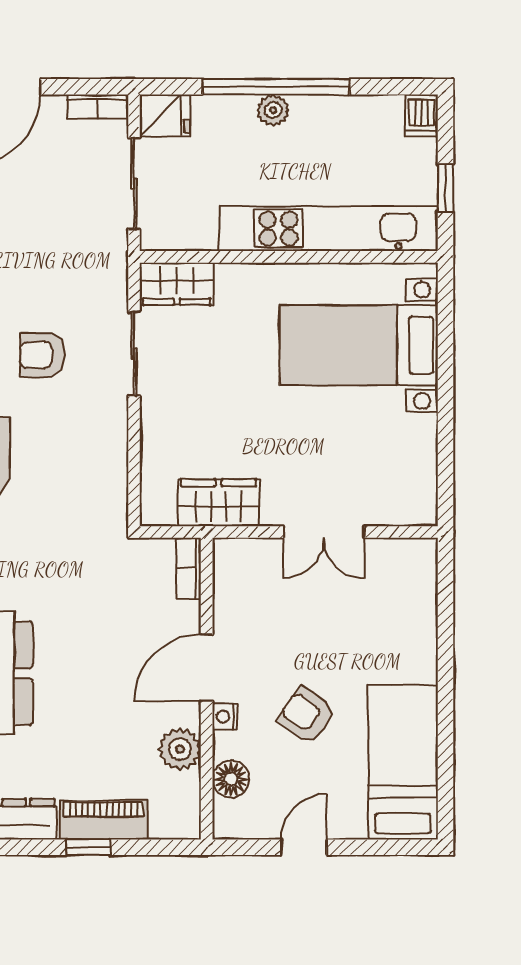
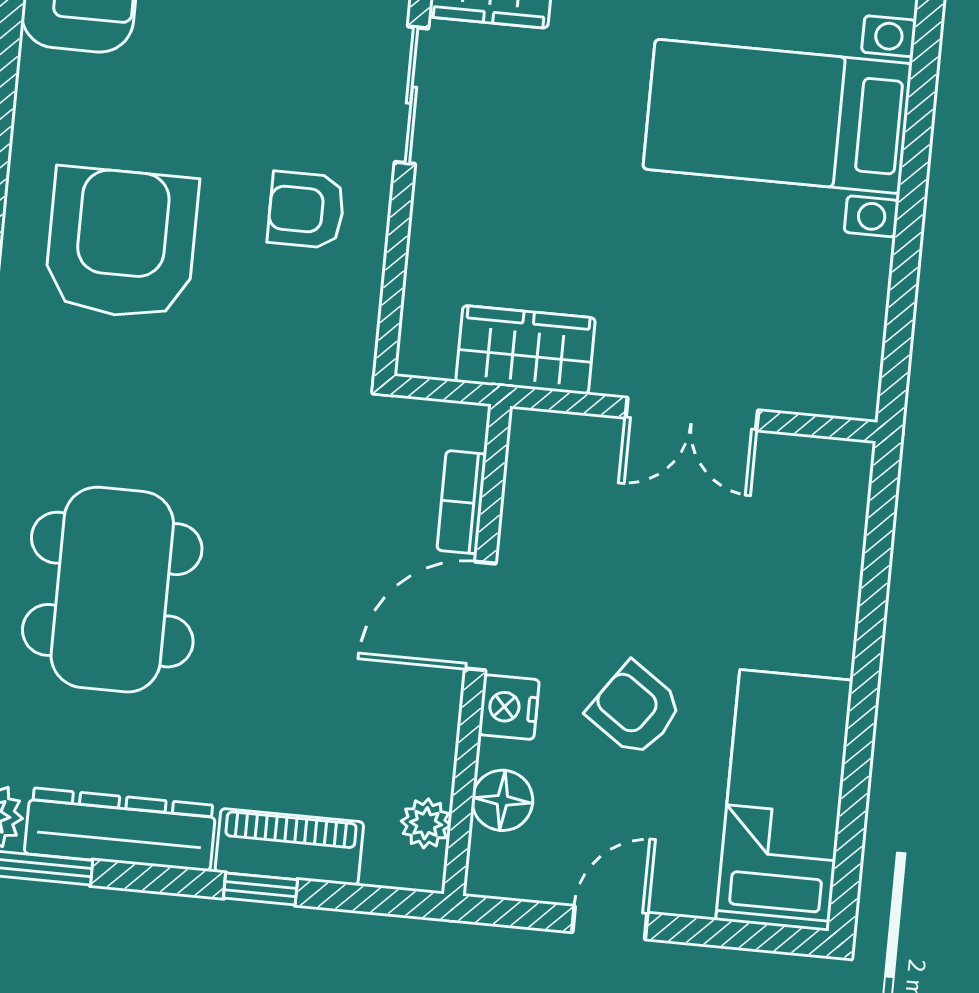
armchair: (42, 355) -> (306, 210), moved
bookcase: (189, 569) -> (462, 502), moved
nightstand: (225, 716) -> (509, 707), width x1.39, depth x1.35
plant: (180, 749) -> (426, 823), moved, width x0.73, depth x0.73

